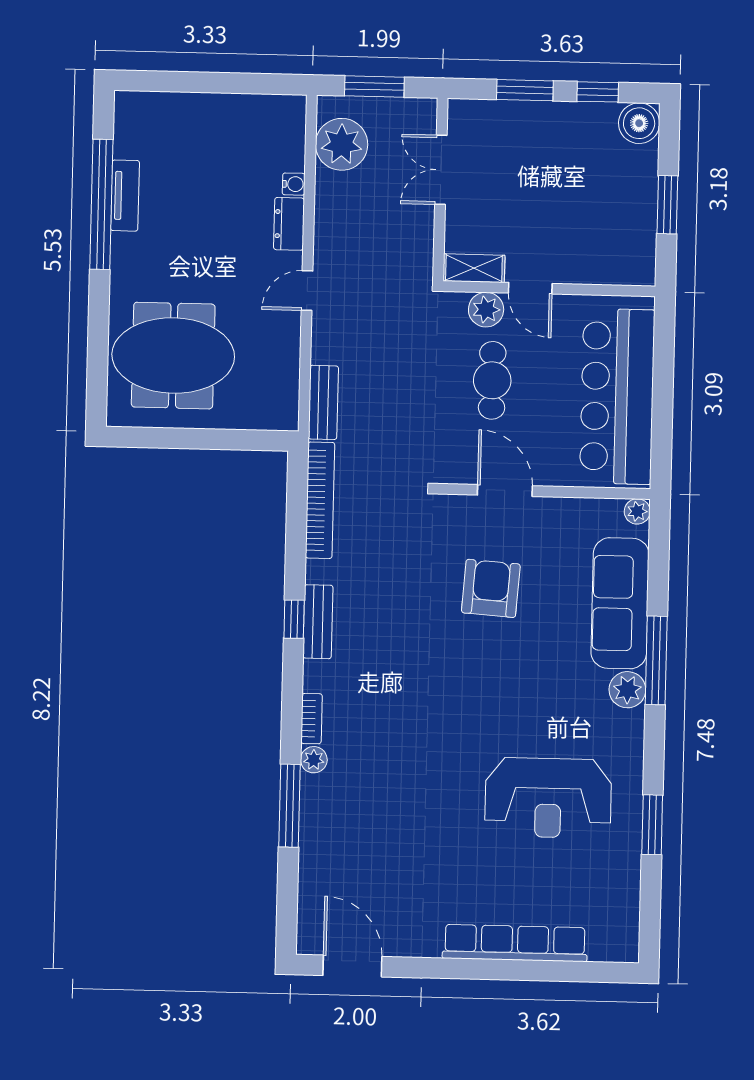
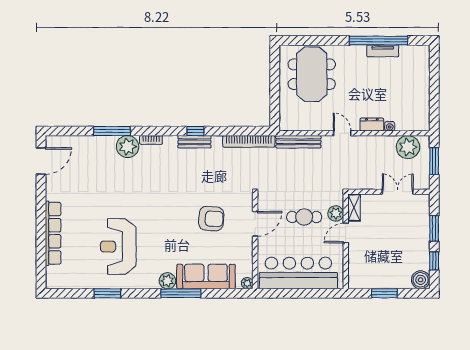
bench: (323, 402) -> (298, 142), width x1.36
plant: (314, 760) -> (128, 147), width x1.88, depth x1.88

